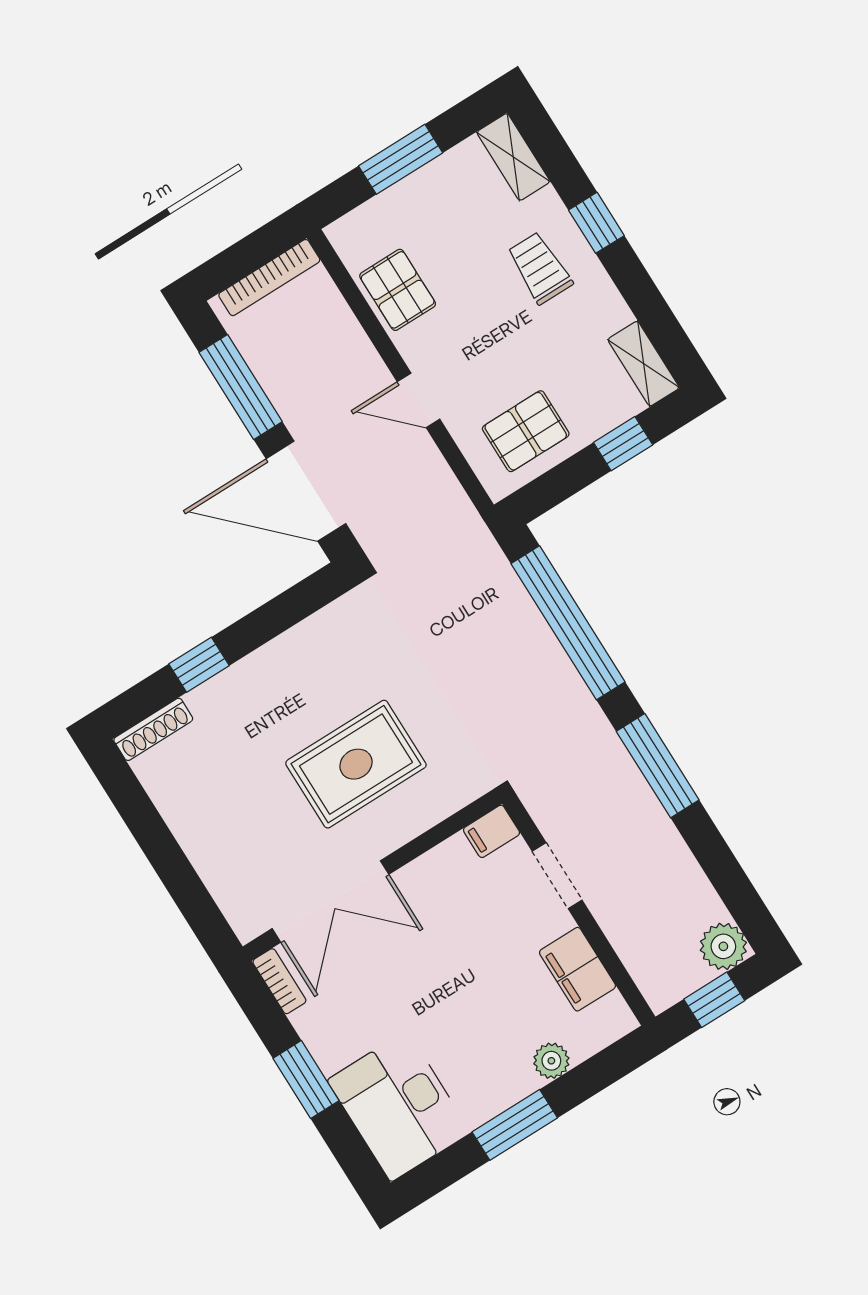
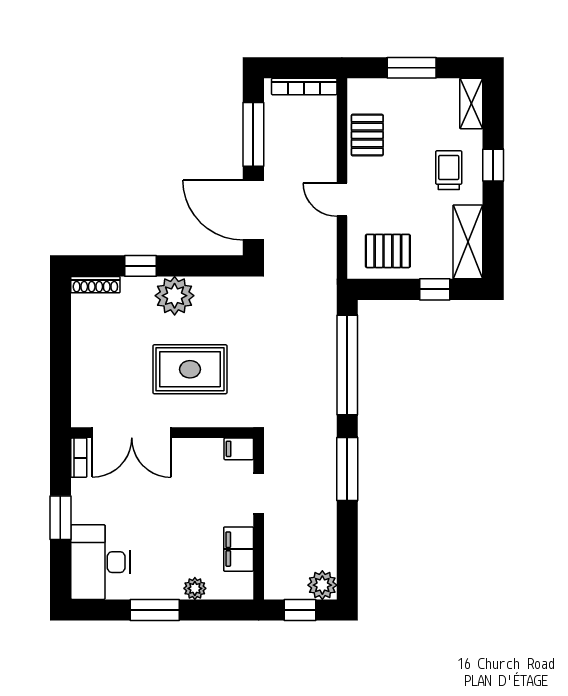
shelving: (644, 364) -> (468, 242), width x1.50, depth x1.33
plant: (271, 676) -> (175, 296), added

